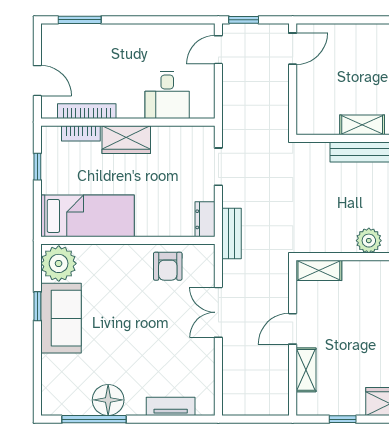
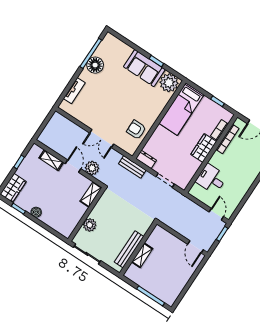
plant: (276, 297) -> (92, 168), added
double door: (218, 312) -> (102, 138), swing flipped

